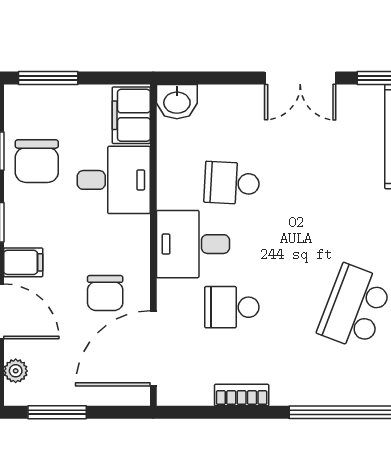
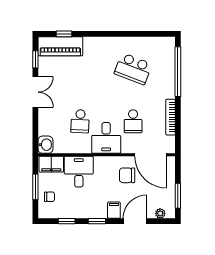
window: (48, 78) -> (35, 187), moved
chair: (37, 161) -> (50, 197), moved, width x0.54, depth x0.54
chair: (105, 293) -> (127, 175), turned 180
bookcase: (242, 395) -> (171, 117), width x1.56

